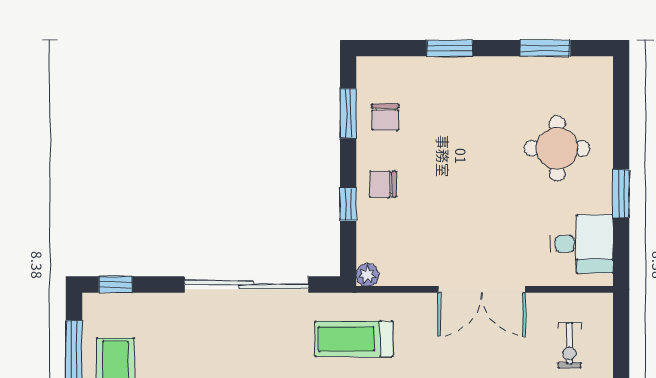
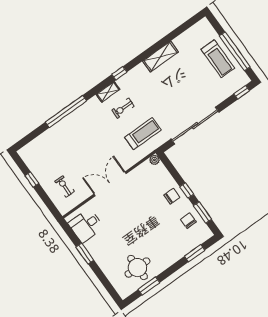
window: (450, 48) -> (195, 253), moved
round table: (557, 148) -> (137, 268), moved
window: (348, 205) -> (187, 190), moved

